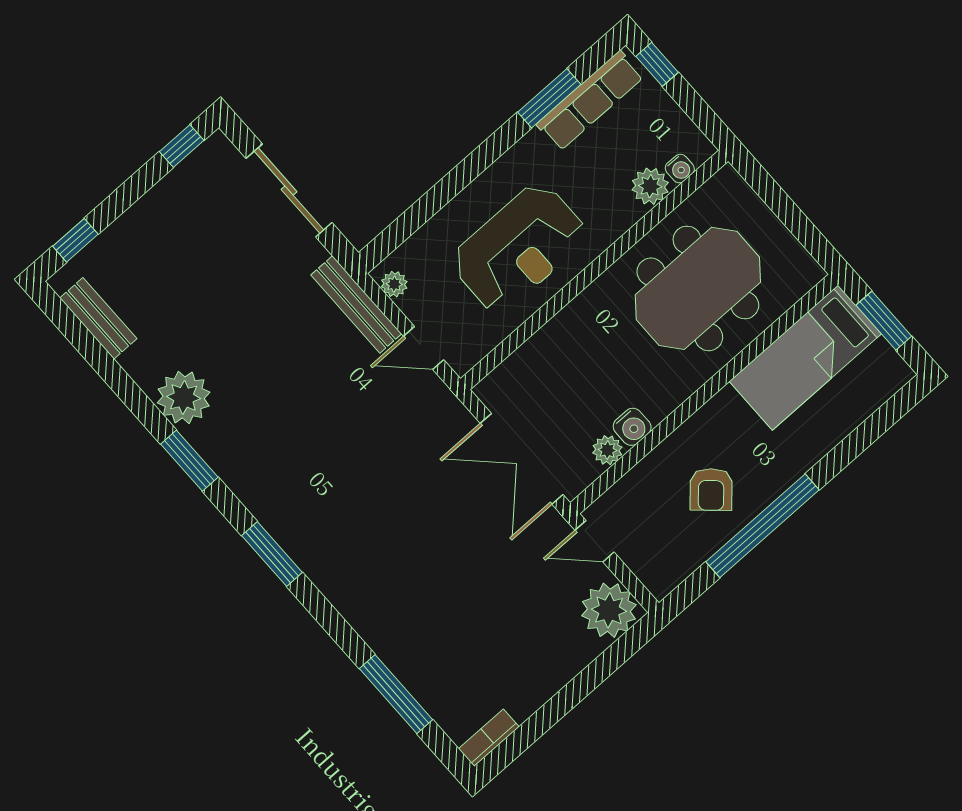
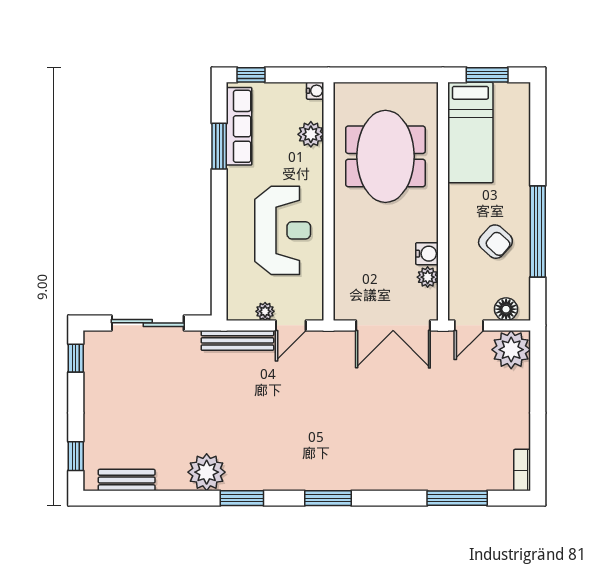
water cooler: (680, 169) -> (315, 91), moved
plant: (394, 284) -> (265, 311), moved
floor lamp: (648, 566) -> (506, 309), added

